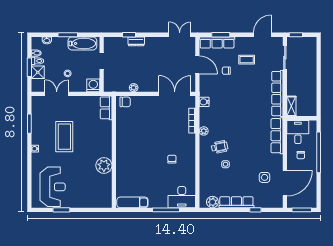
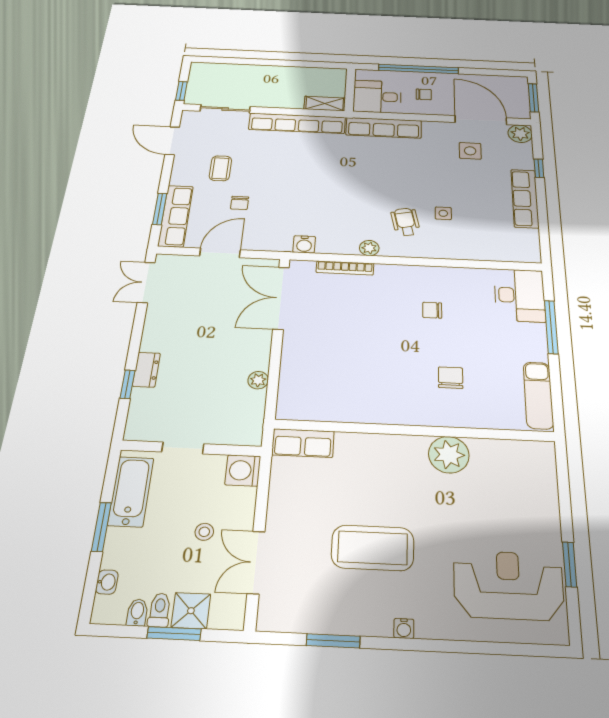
chair: (125, 102) -> (451, 378), moved
plant: (212, 202) -> (520, 134), moved

